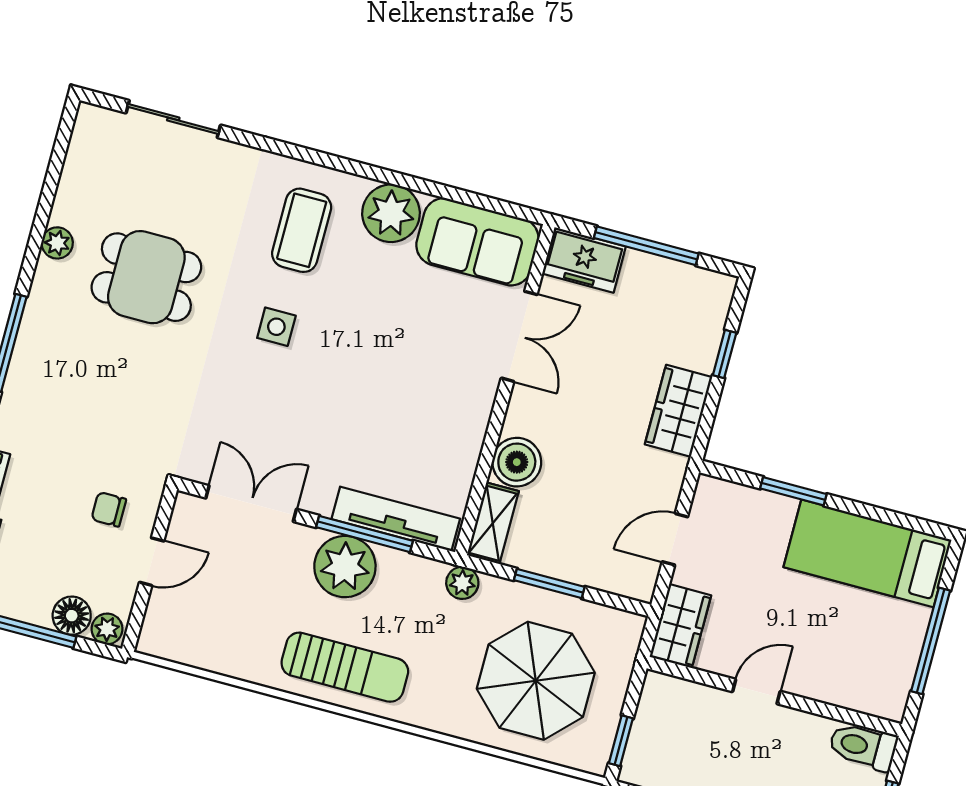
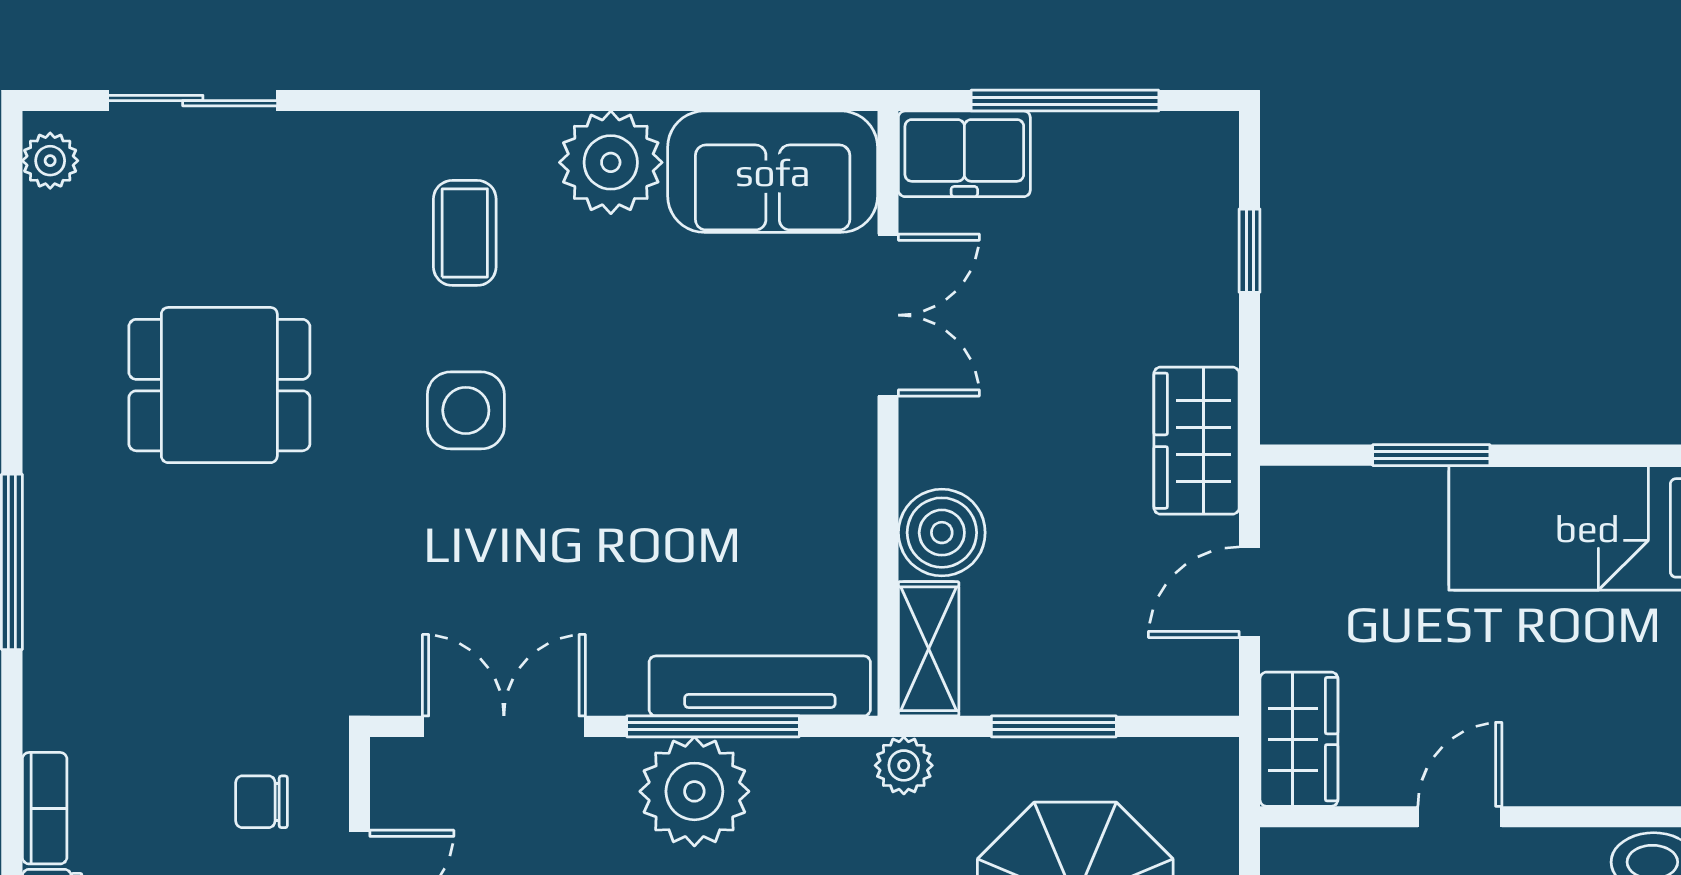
coffee table: (302, 230) -> (465, 233), width x0.73, depth x0.77
plant: (57, 243) -> (50, 161), moved
side table: (276, 327) -> (466, 410), width x1.37, depth x1.37
wardrobe: (679, 411) -> (1196, 441), moved

